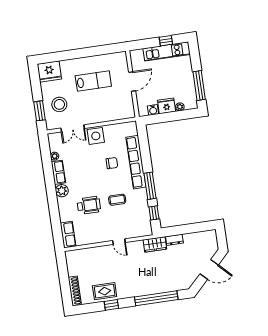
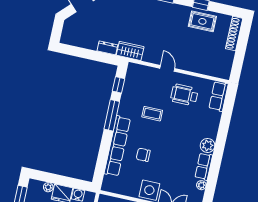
wheelchair: (89, 205) -> (184, 95), moved

